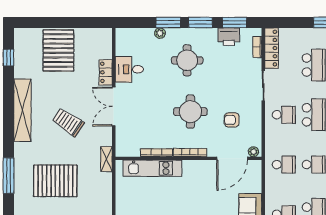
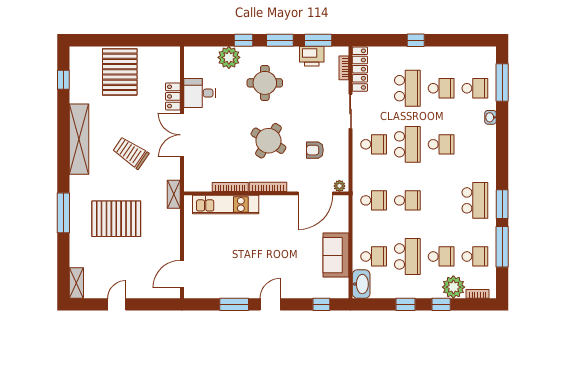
window: (168, 22) -> (244, 40), width x0.67
plant: (160, 33) -> (229, 57), width x1.88, depth x1.88
round table: (190, 112) -> (268, 141), turned 32

